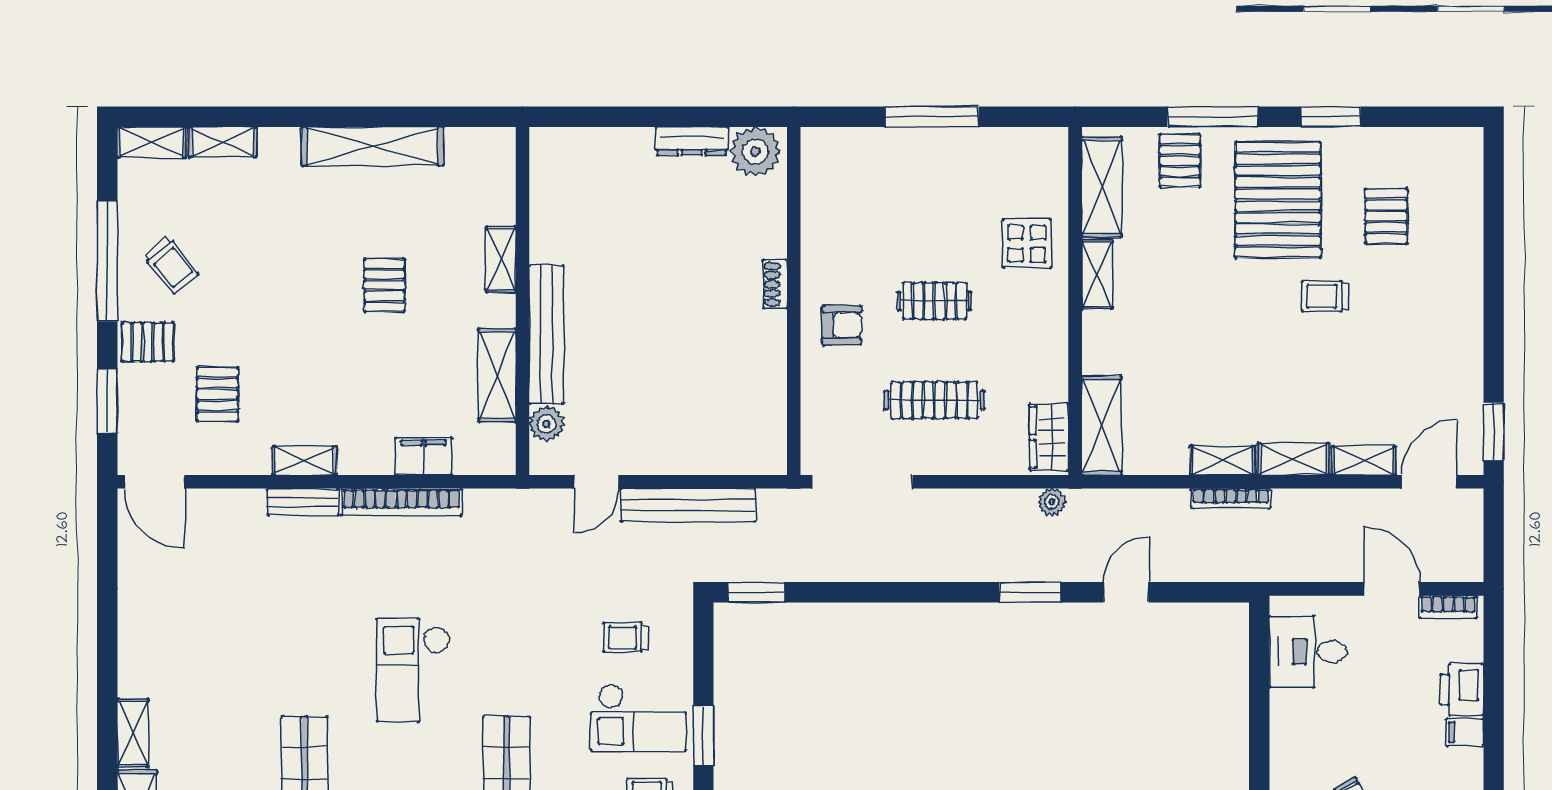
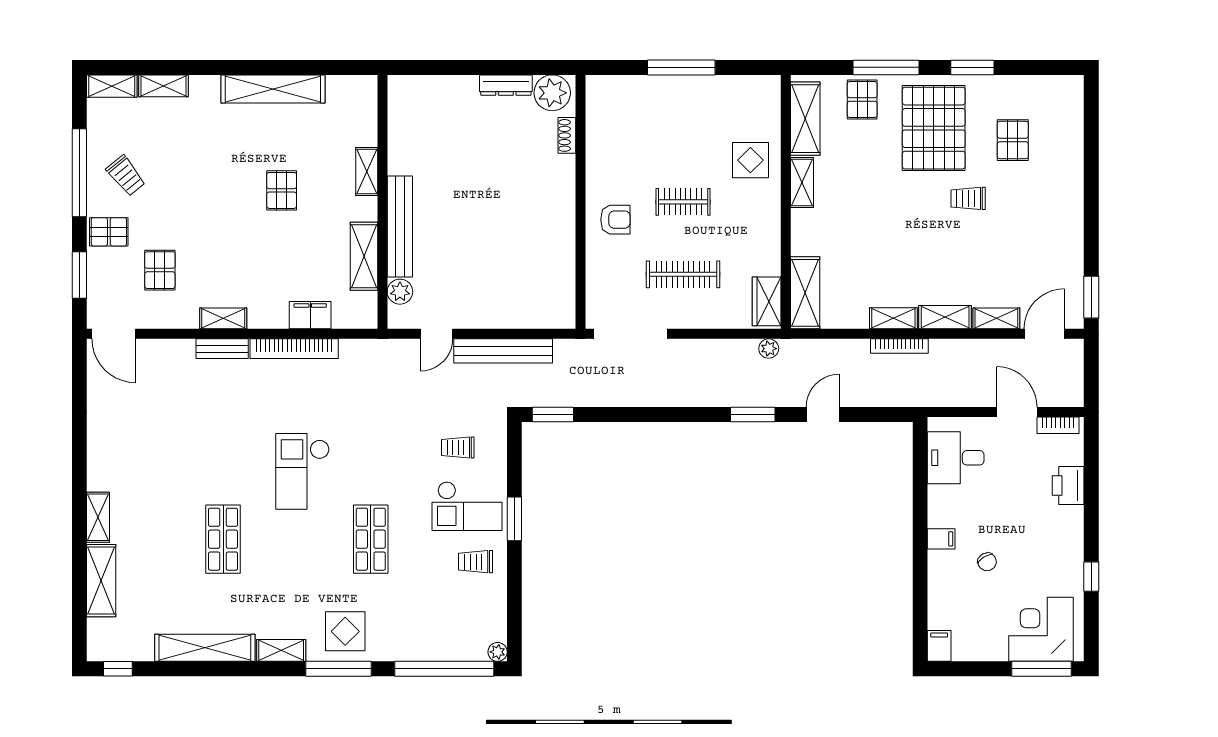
shoe rack: (775, 284) -> (567, 135), moved
filing cabinet: (1465, 732) -> (941, 539), moved, turned 180

